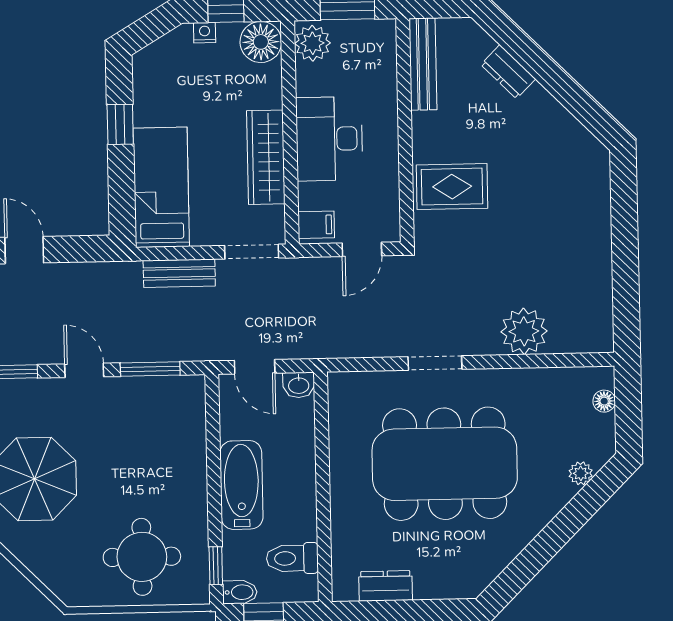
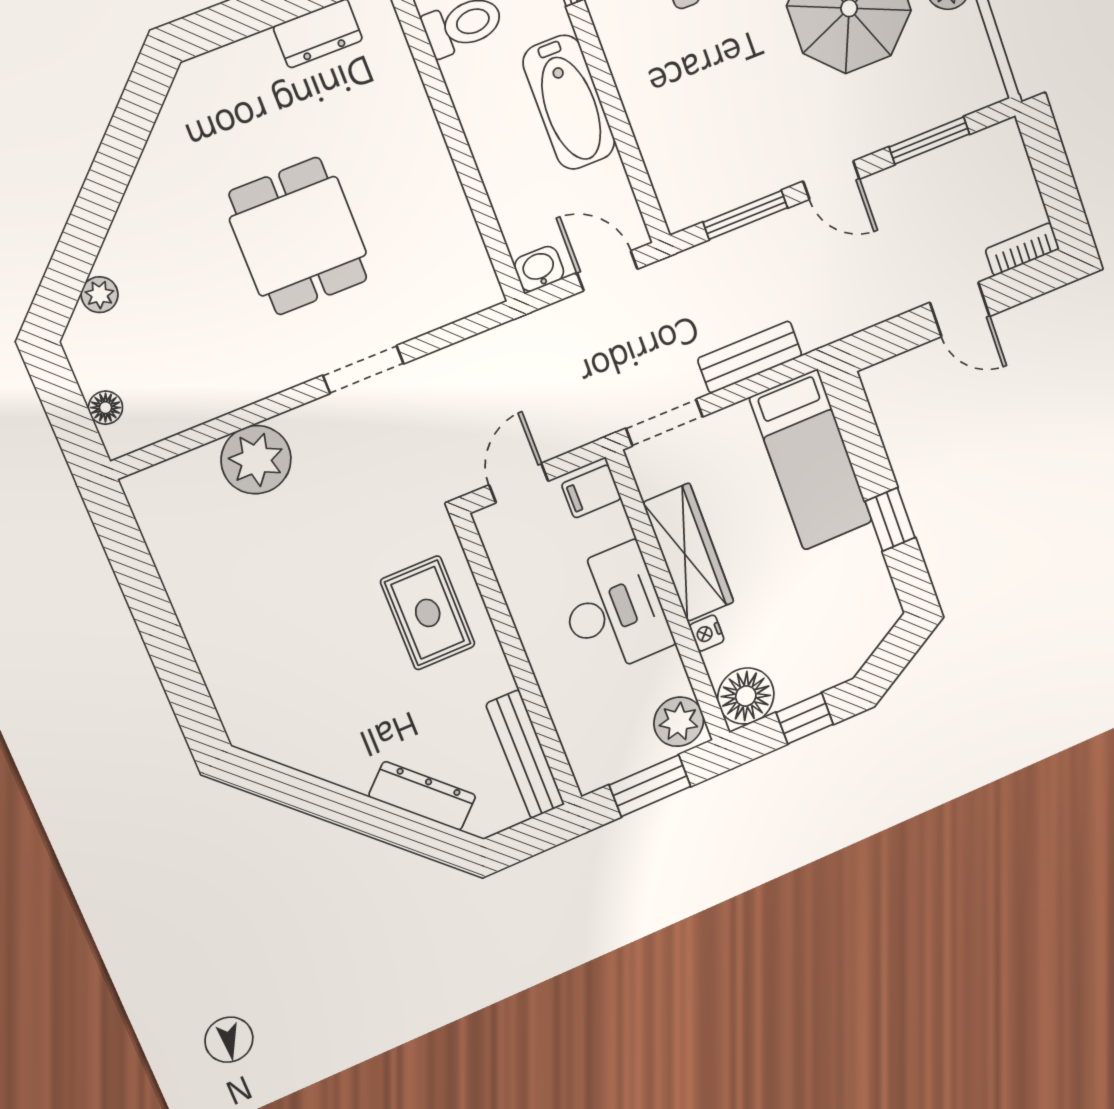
nightstand: (205, 33) -> (707, 633), moved, turned 90
dresser: (508, 72) -> (422, 796), width x1.44
rug: (452, 187) -> (428, 613), turned 90
dining table: (445, 464) -> (298, 236), width x0.53, depth x0.80

